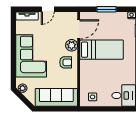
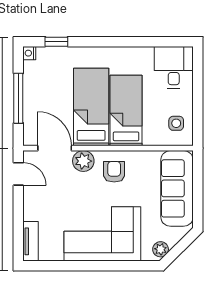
door: (48, 9) -> (18, 174), moved
window: (106, 9) -> (18, 98), width x1.44
bed: (100, 69) -> (126, 111), added

